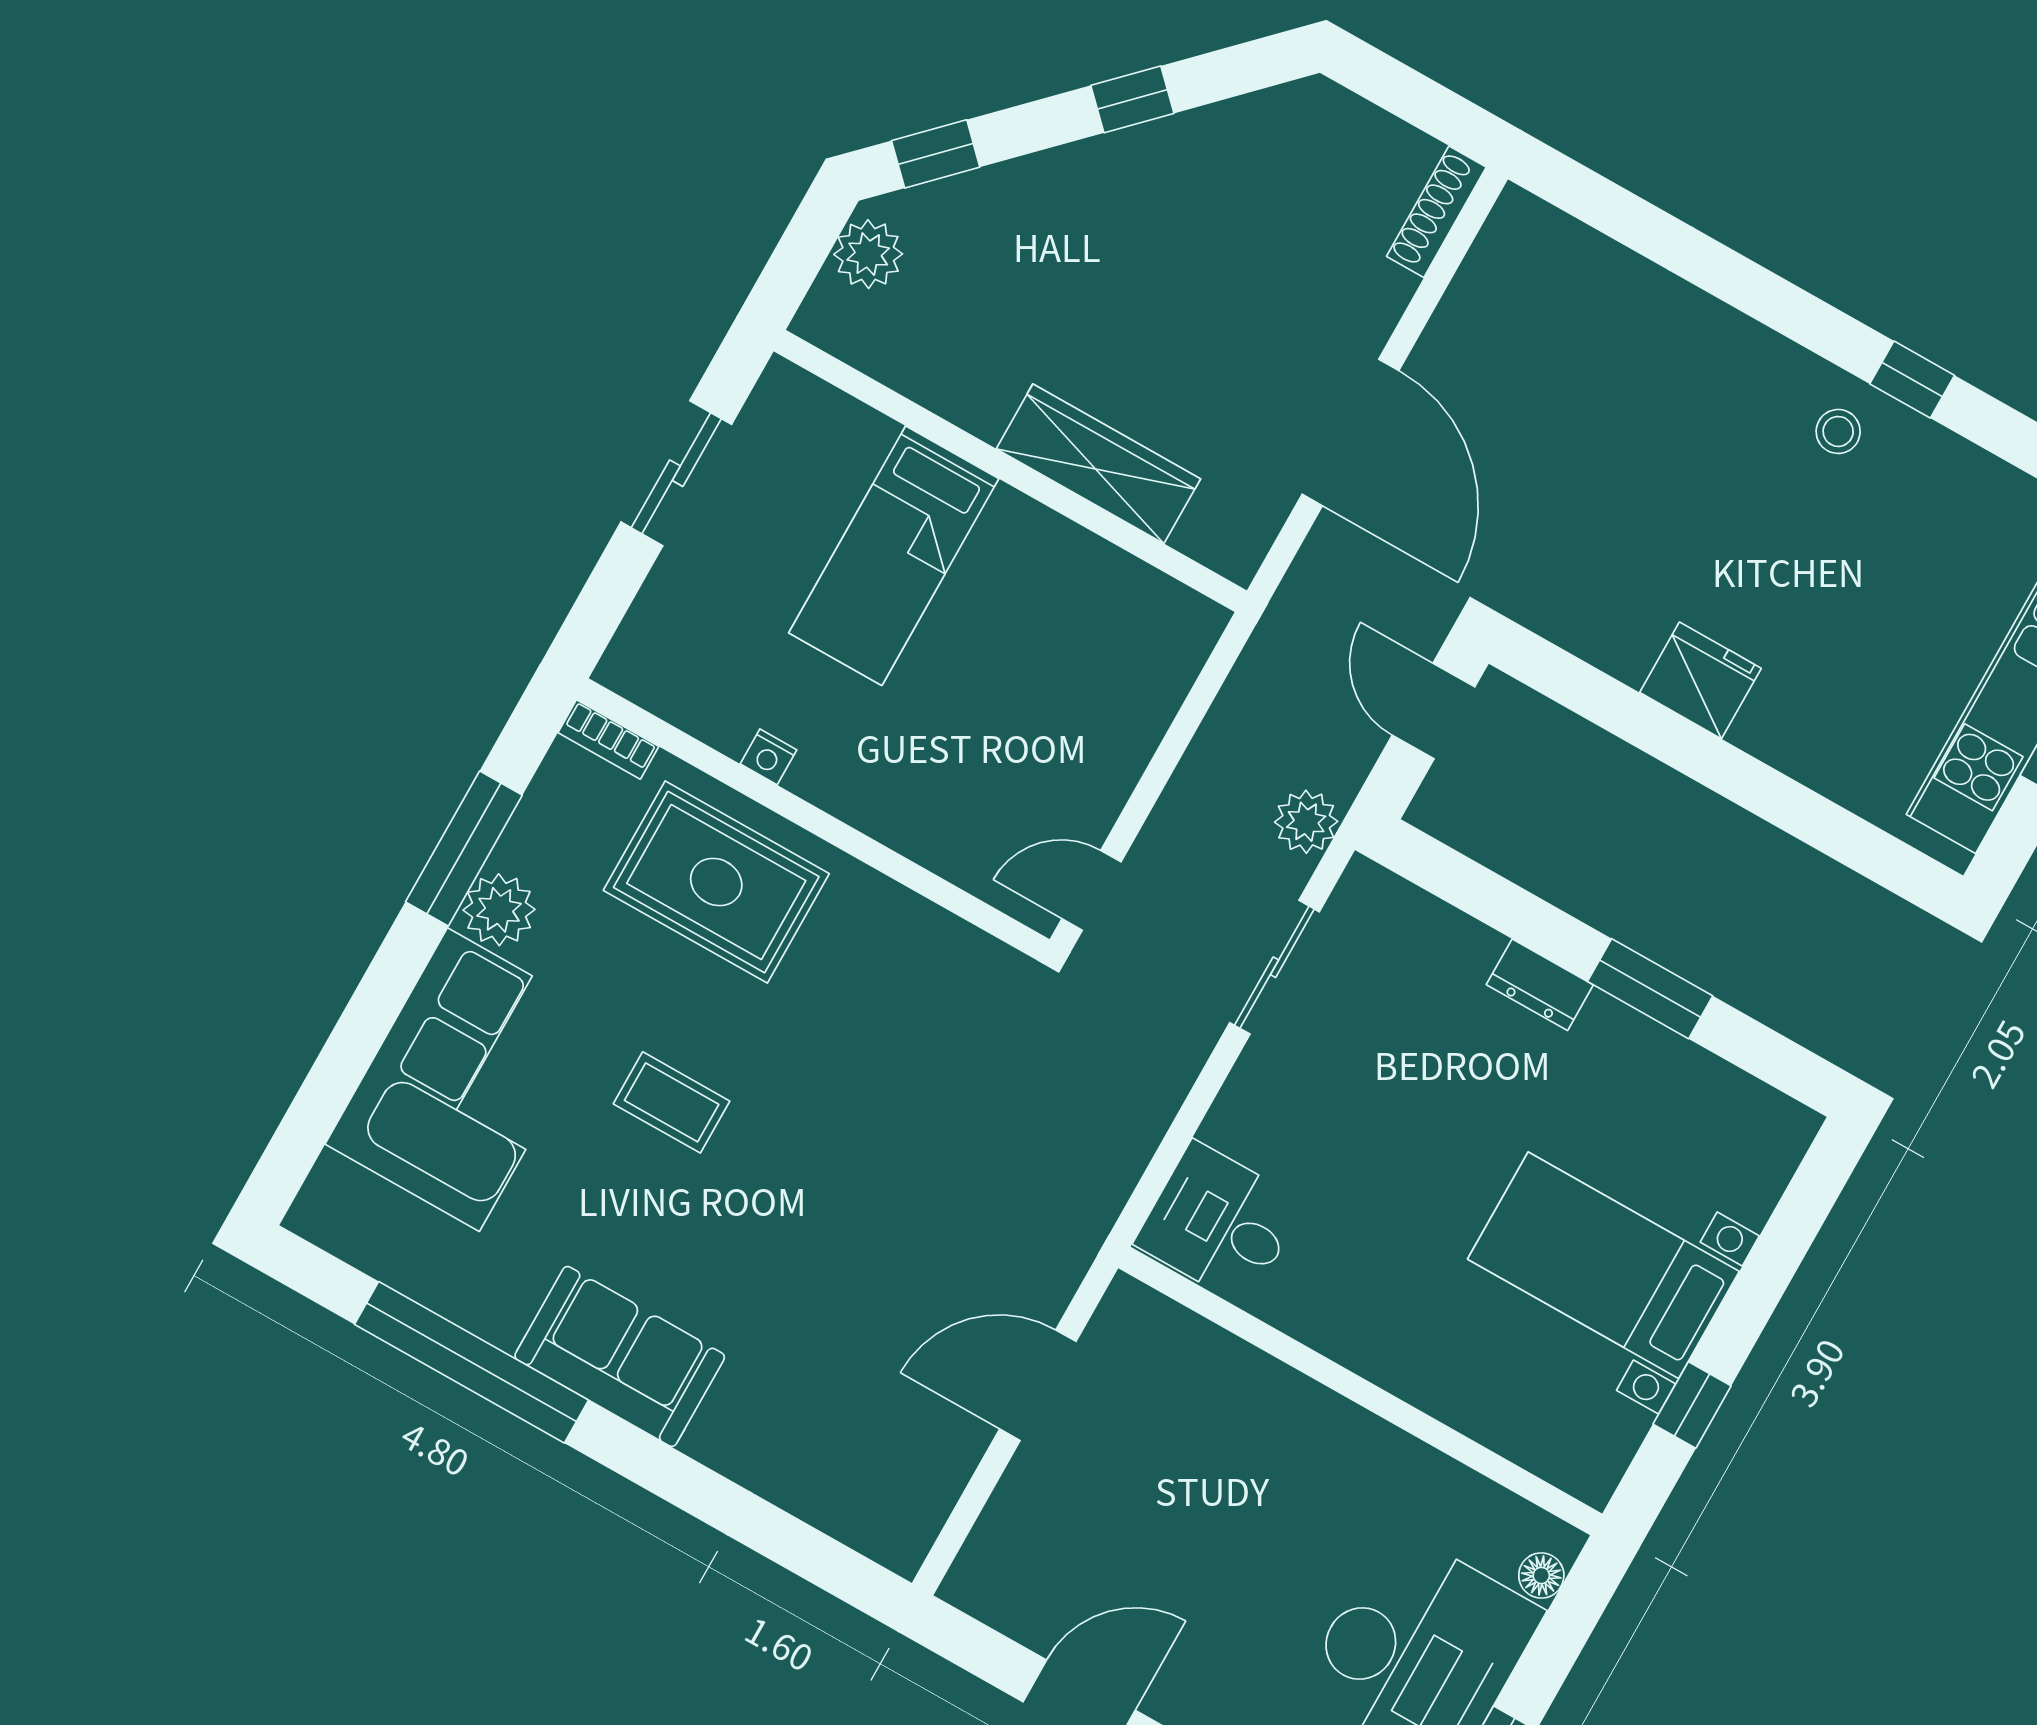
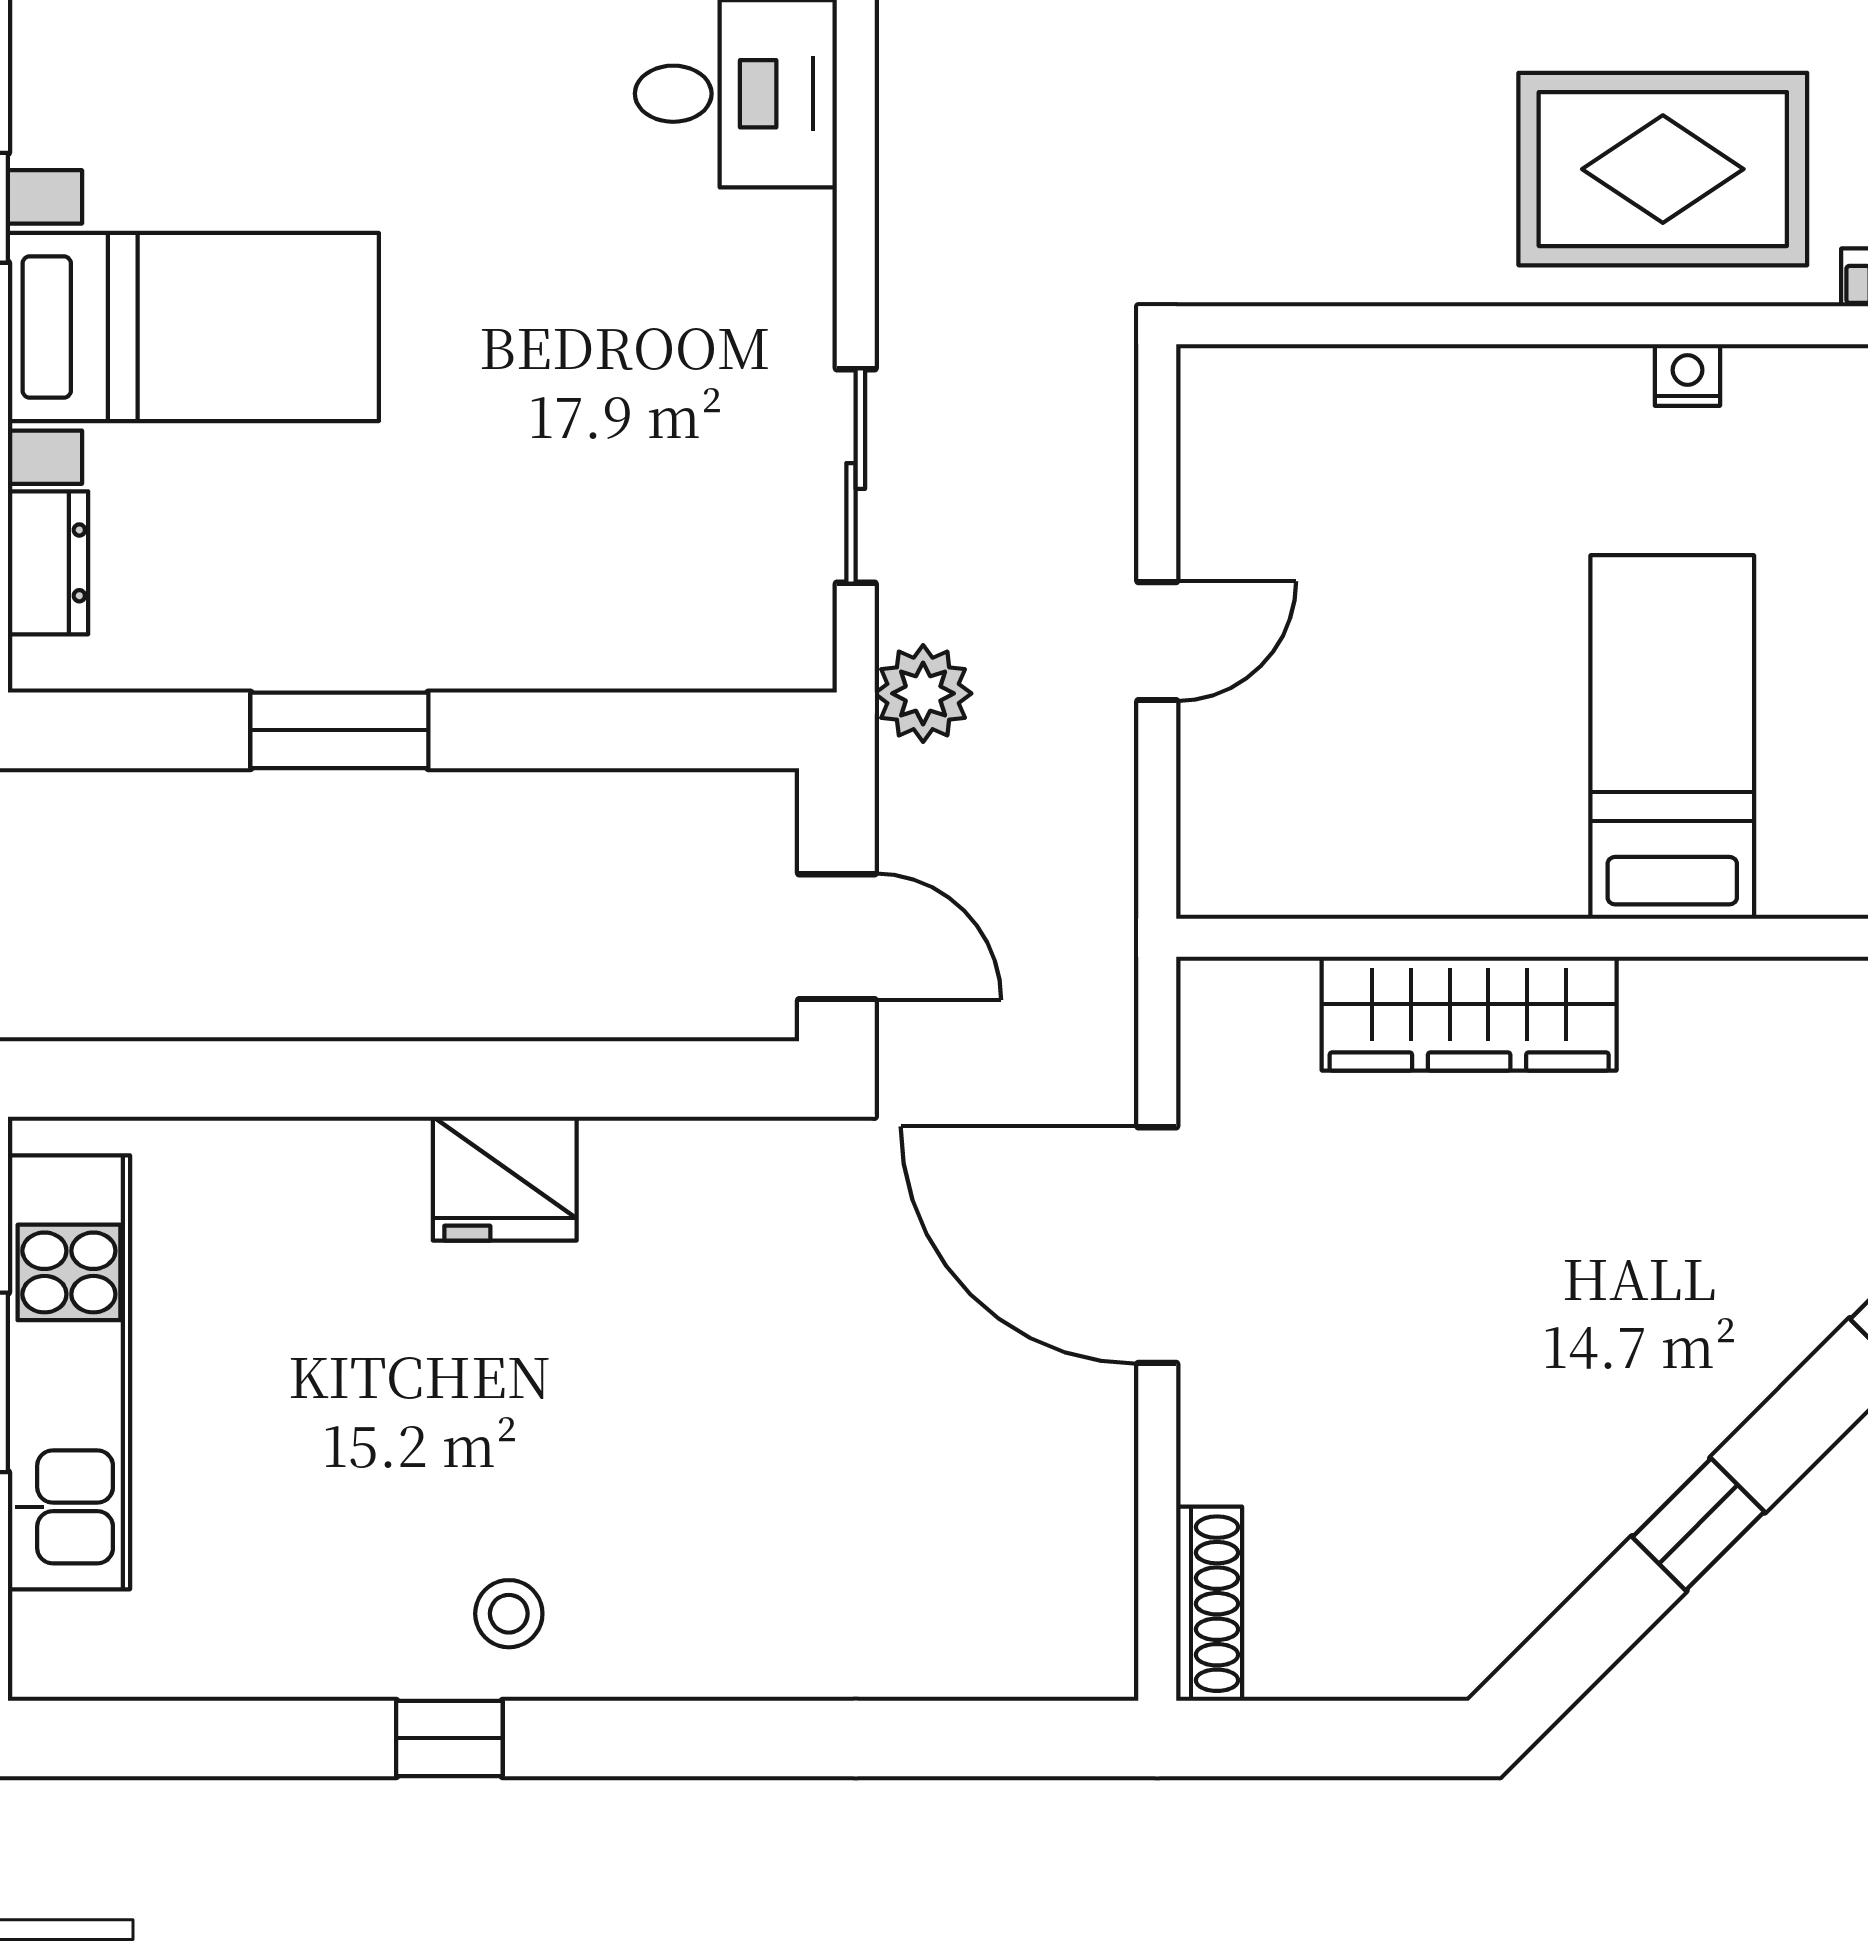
door: (1091, 890) -> (1157, 641), moved
dresser: (1540, 985) -> (48, 563), moved, turned 90

